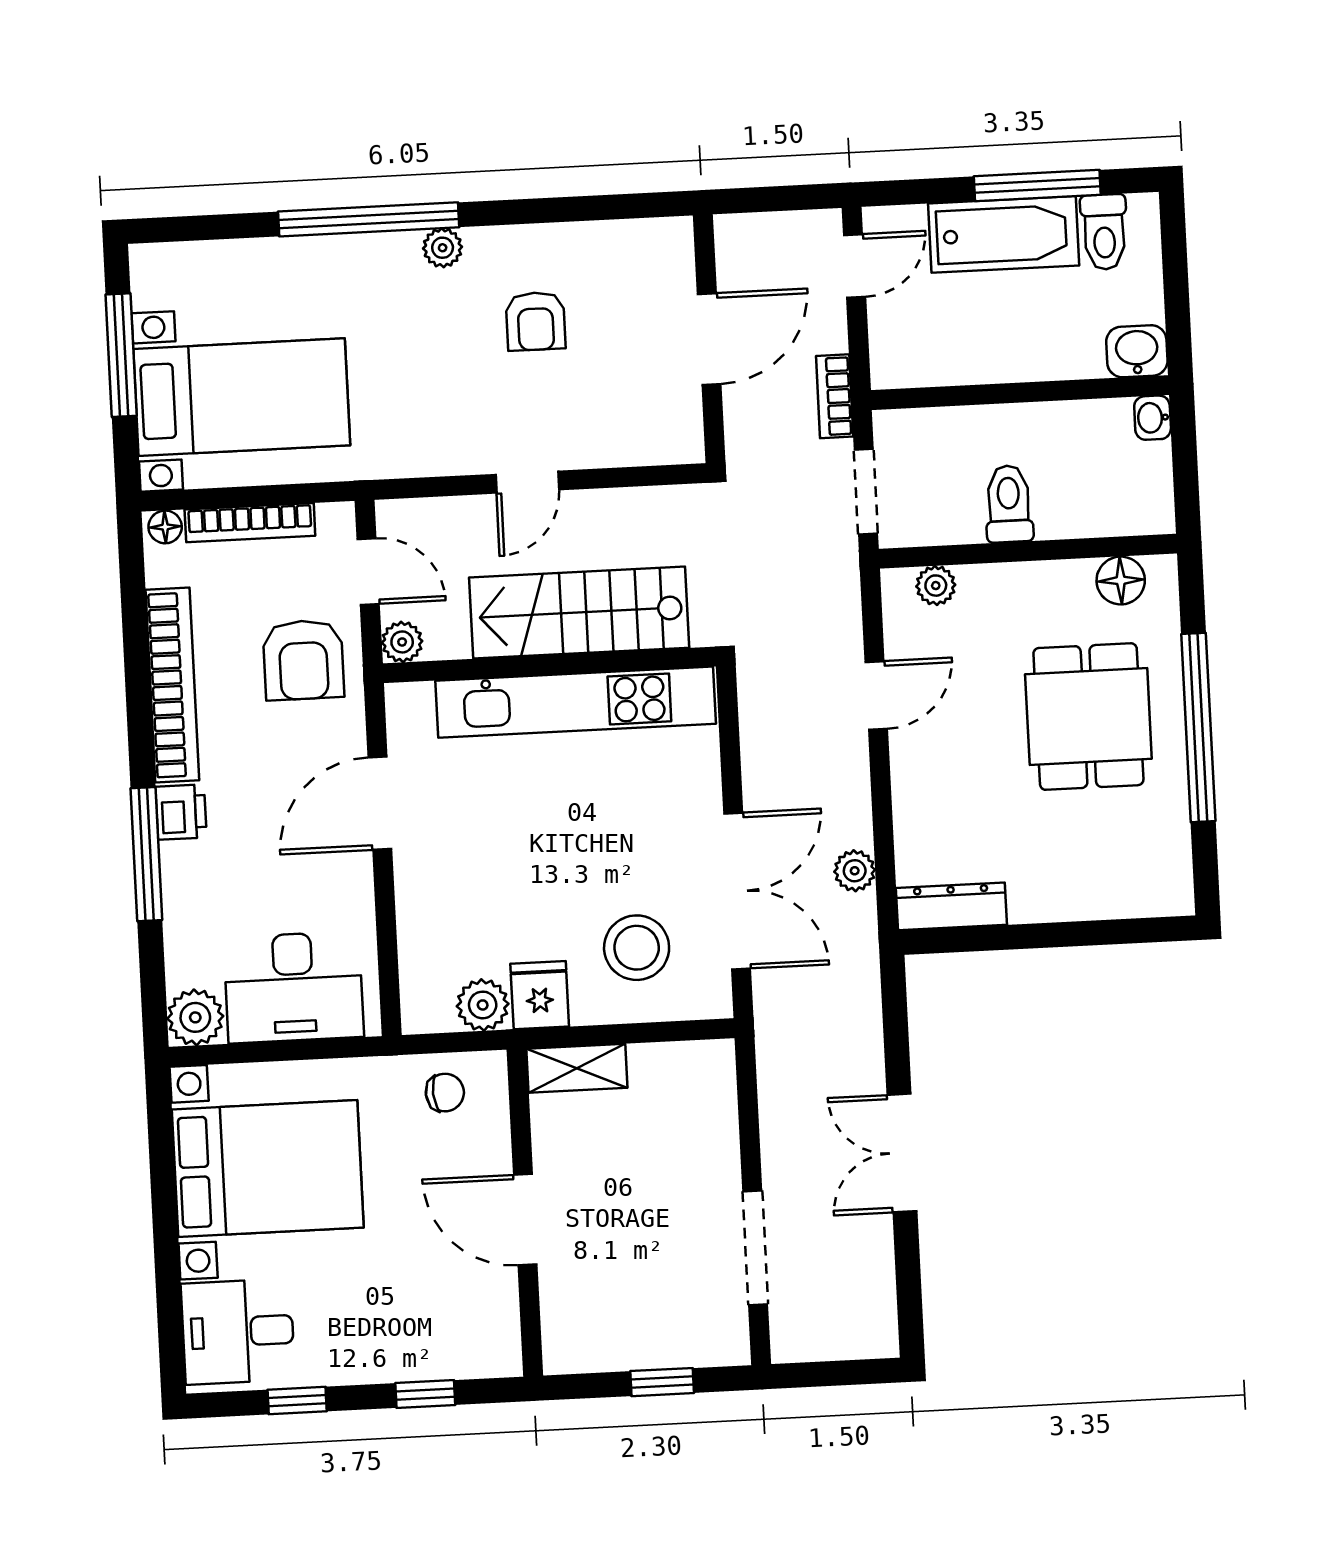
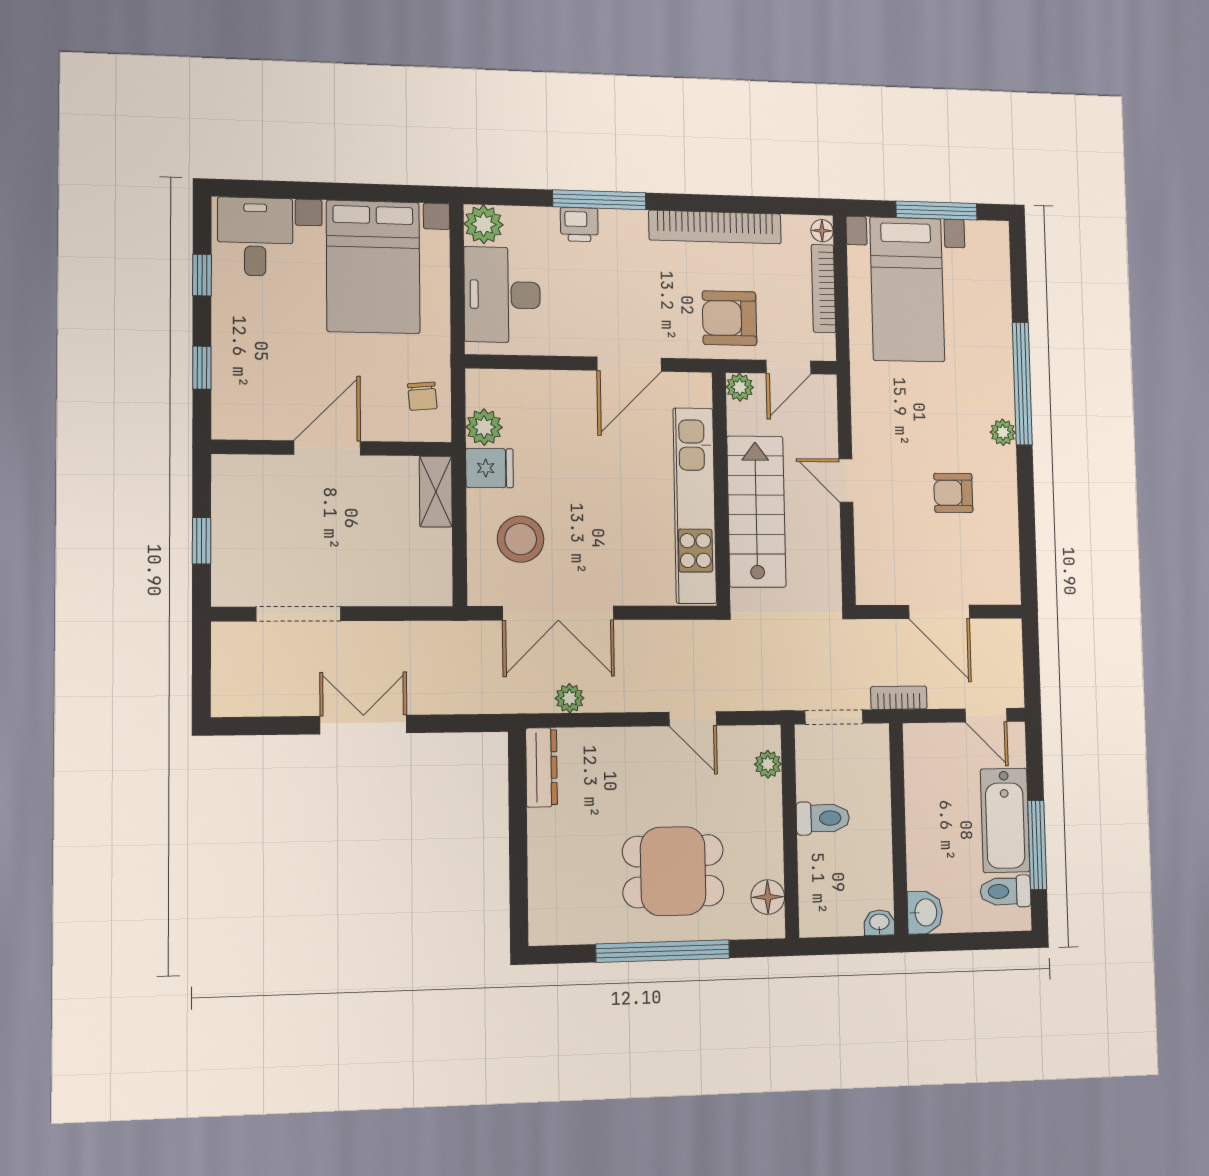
door: (380, 803) -> (629, 364), swing flipped
printer: (181, 812) -> (579, 225), moved

